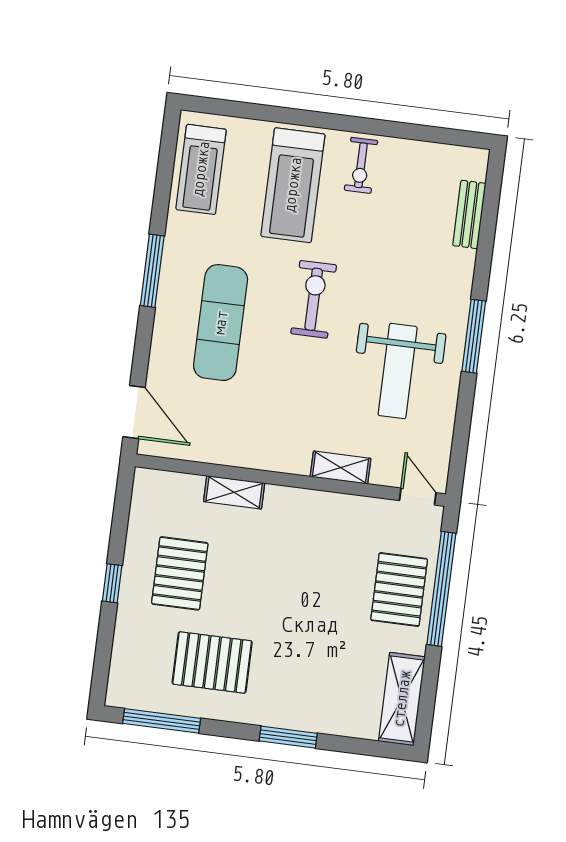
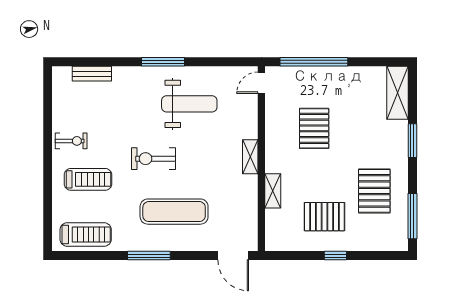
treadmill: (293, 185) -> (88, 179), width x0.73, depth x0.73
door: (134, 412) -> (233, 256), swing flipped
shelving: (340, 468) -> (250, 157), moved
pallet: (399, 589) -> (314, 128), moved, turned 90
shelving: (402, 699) -> (397, 93), moved, turned 90

